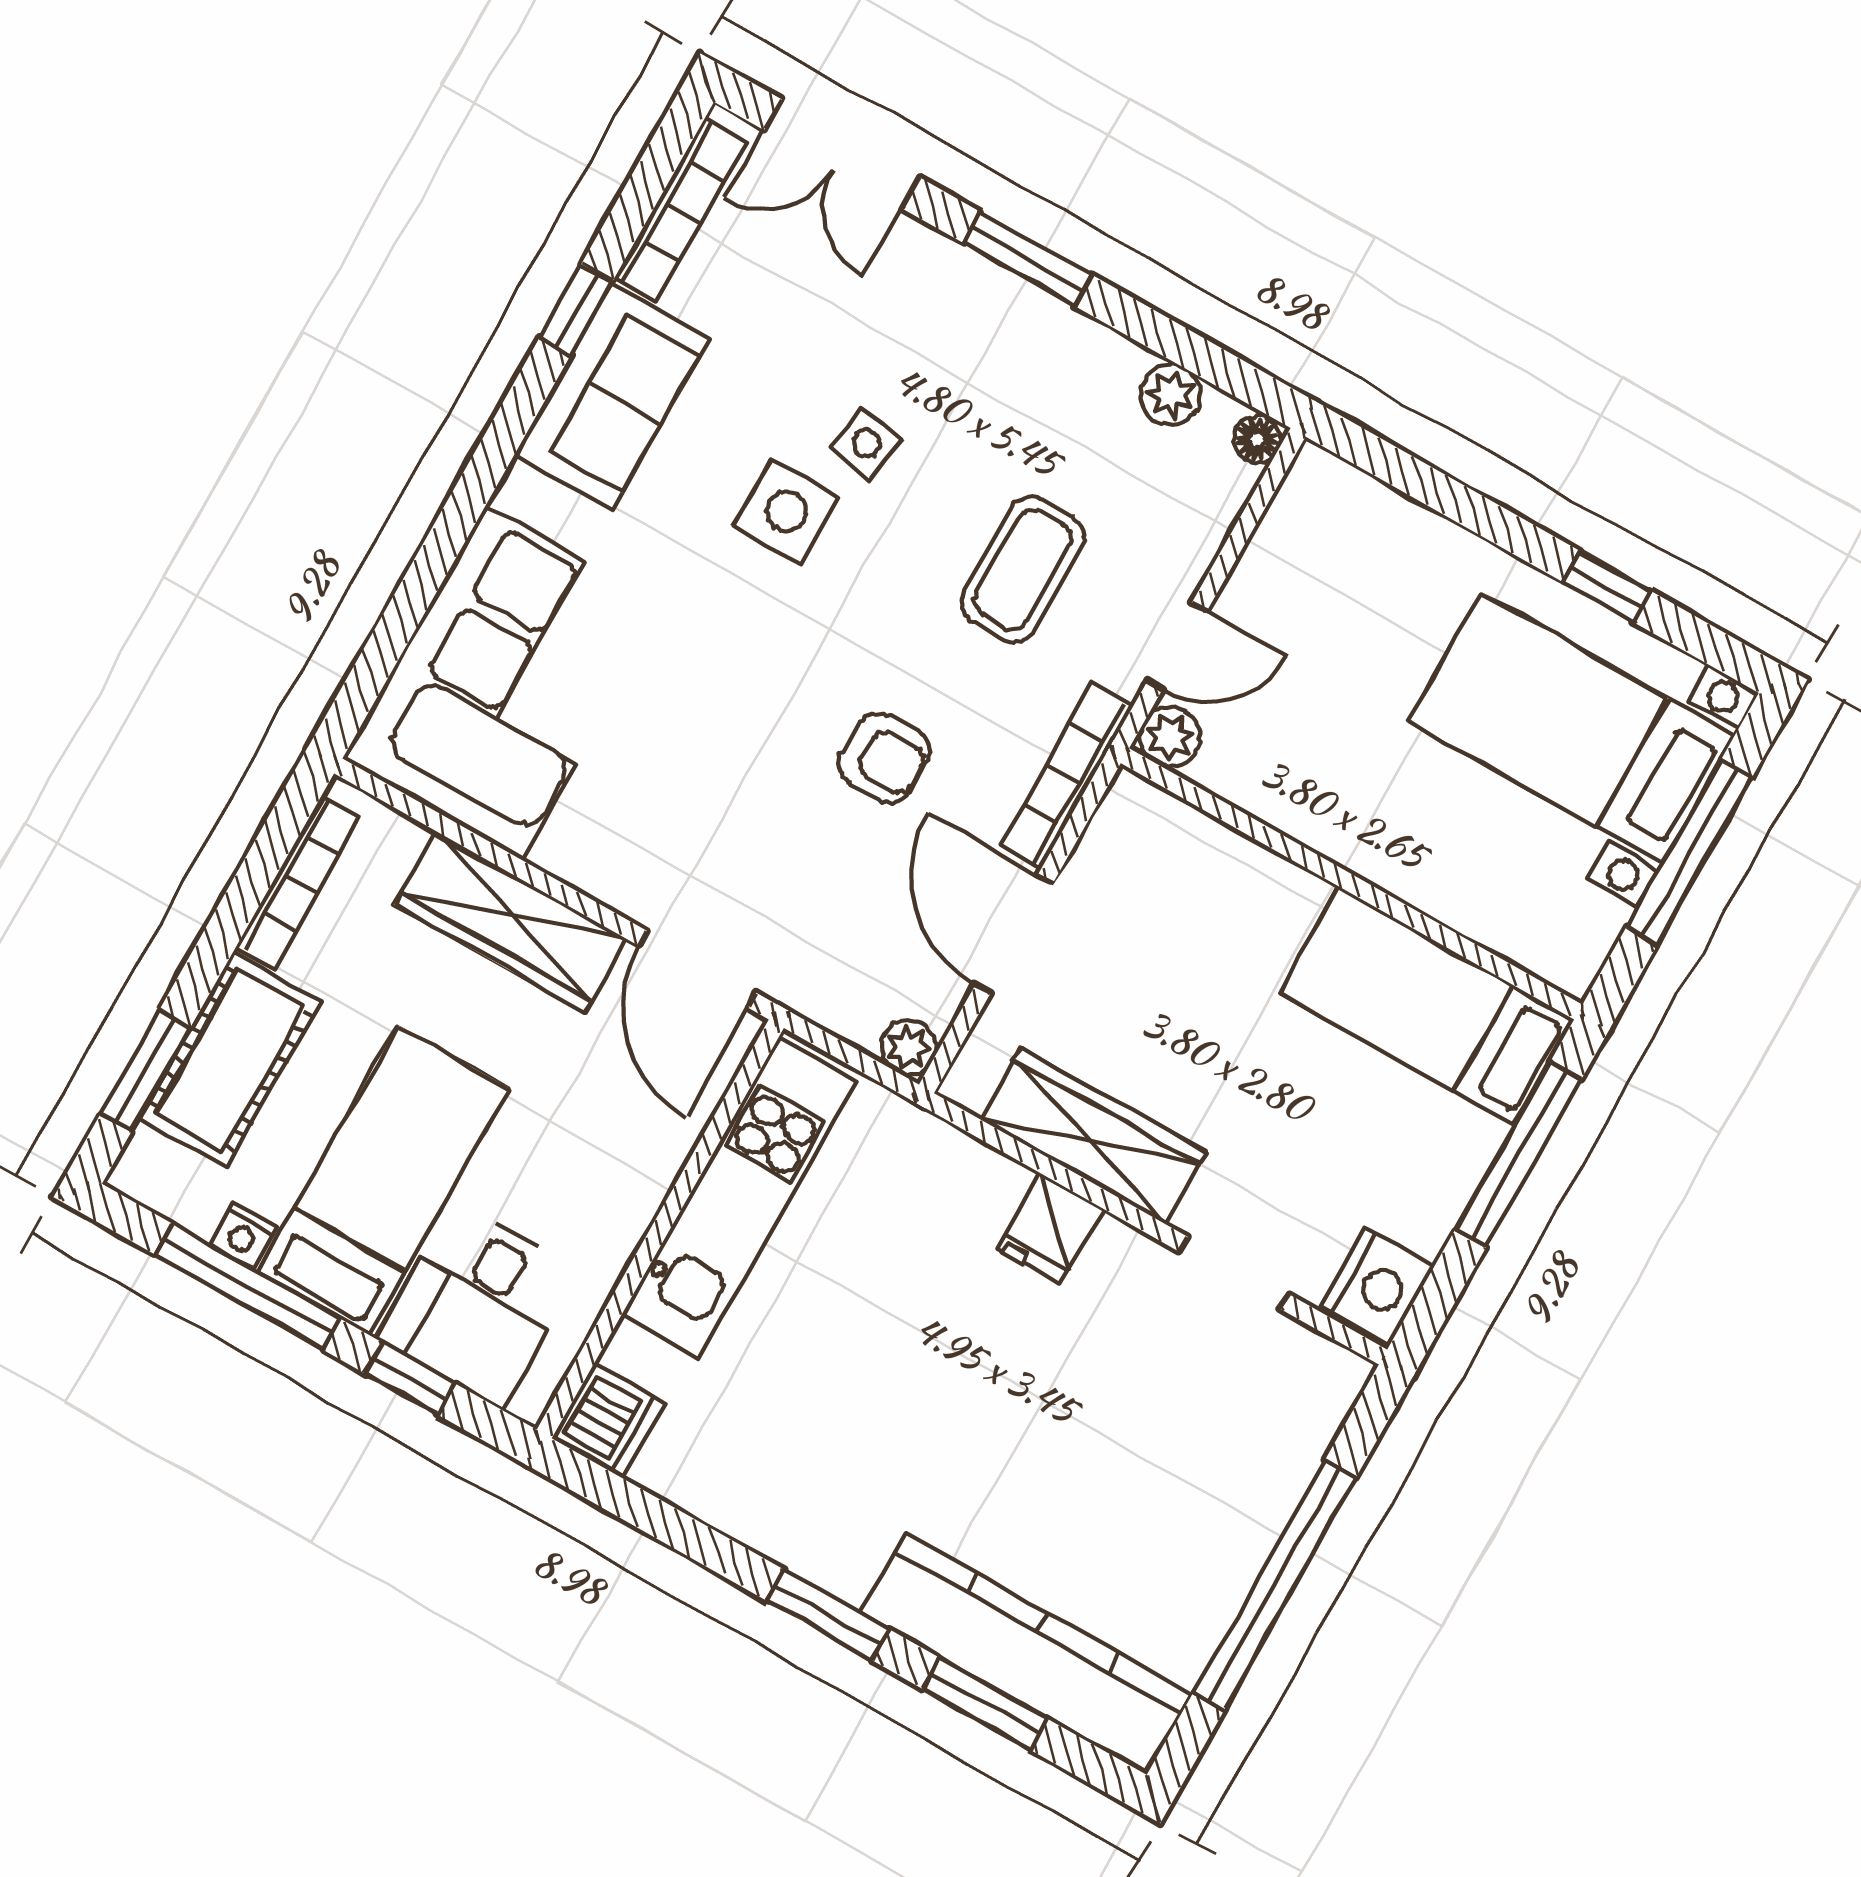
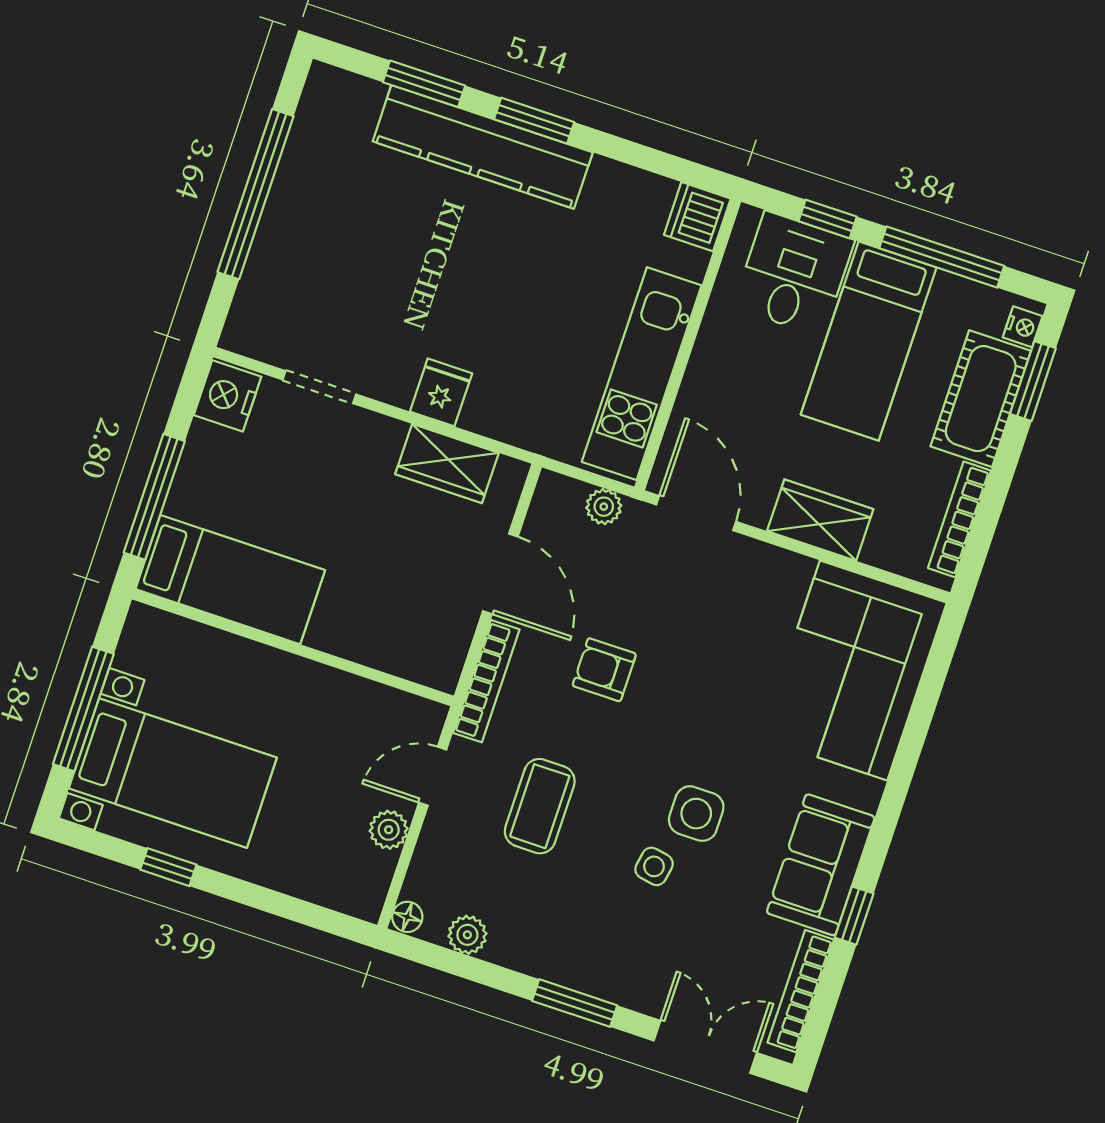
plant: (1170, 737) -> (389, 830), moved
wardrobe: (511, 922) -> (820, 520), width x0.67
plant: (909, 1047) -> (604, 507), moved
wardrobe: (1093, 1136) -> (447, 463), width x0.67
nightstand: (243, 1236) -> (1023, 327), moved, turned 90
kitchen counter: (1026, 1654) -> (483, 147), moved

